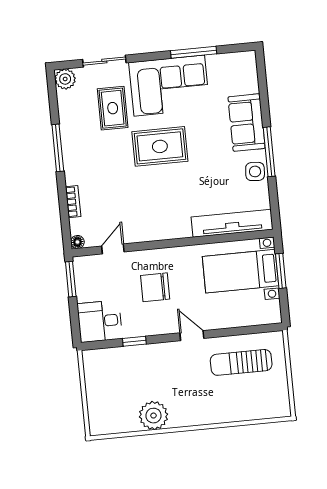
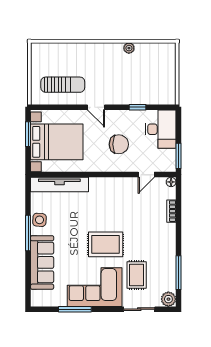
sofa: (247, 123) -> (42, 262), width x1.36
window: (58, 148) -> (178, 273), moved
bed with nightstands: (240, 271) -> (57, 142), width x1.36
window: (281, 271) -> (28, 134), moved
desk: (100, 321) -> (161, 129), width x1.37
plant: (153, 416) -> (129, 48), width x0.53, depth x0.53

